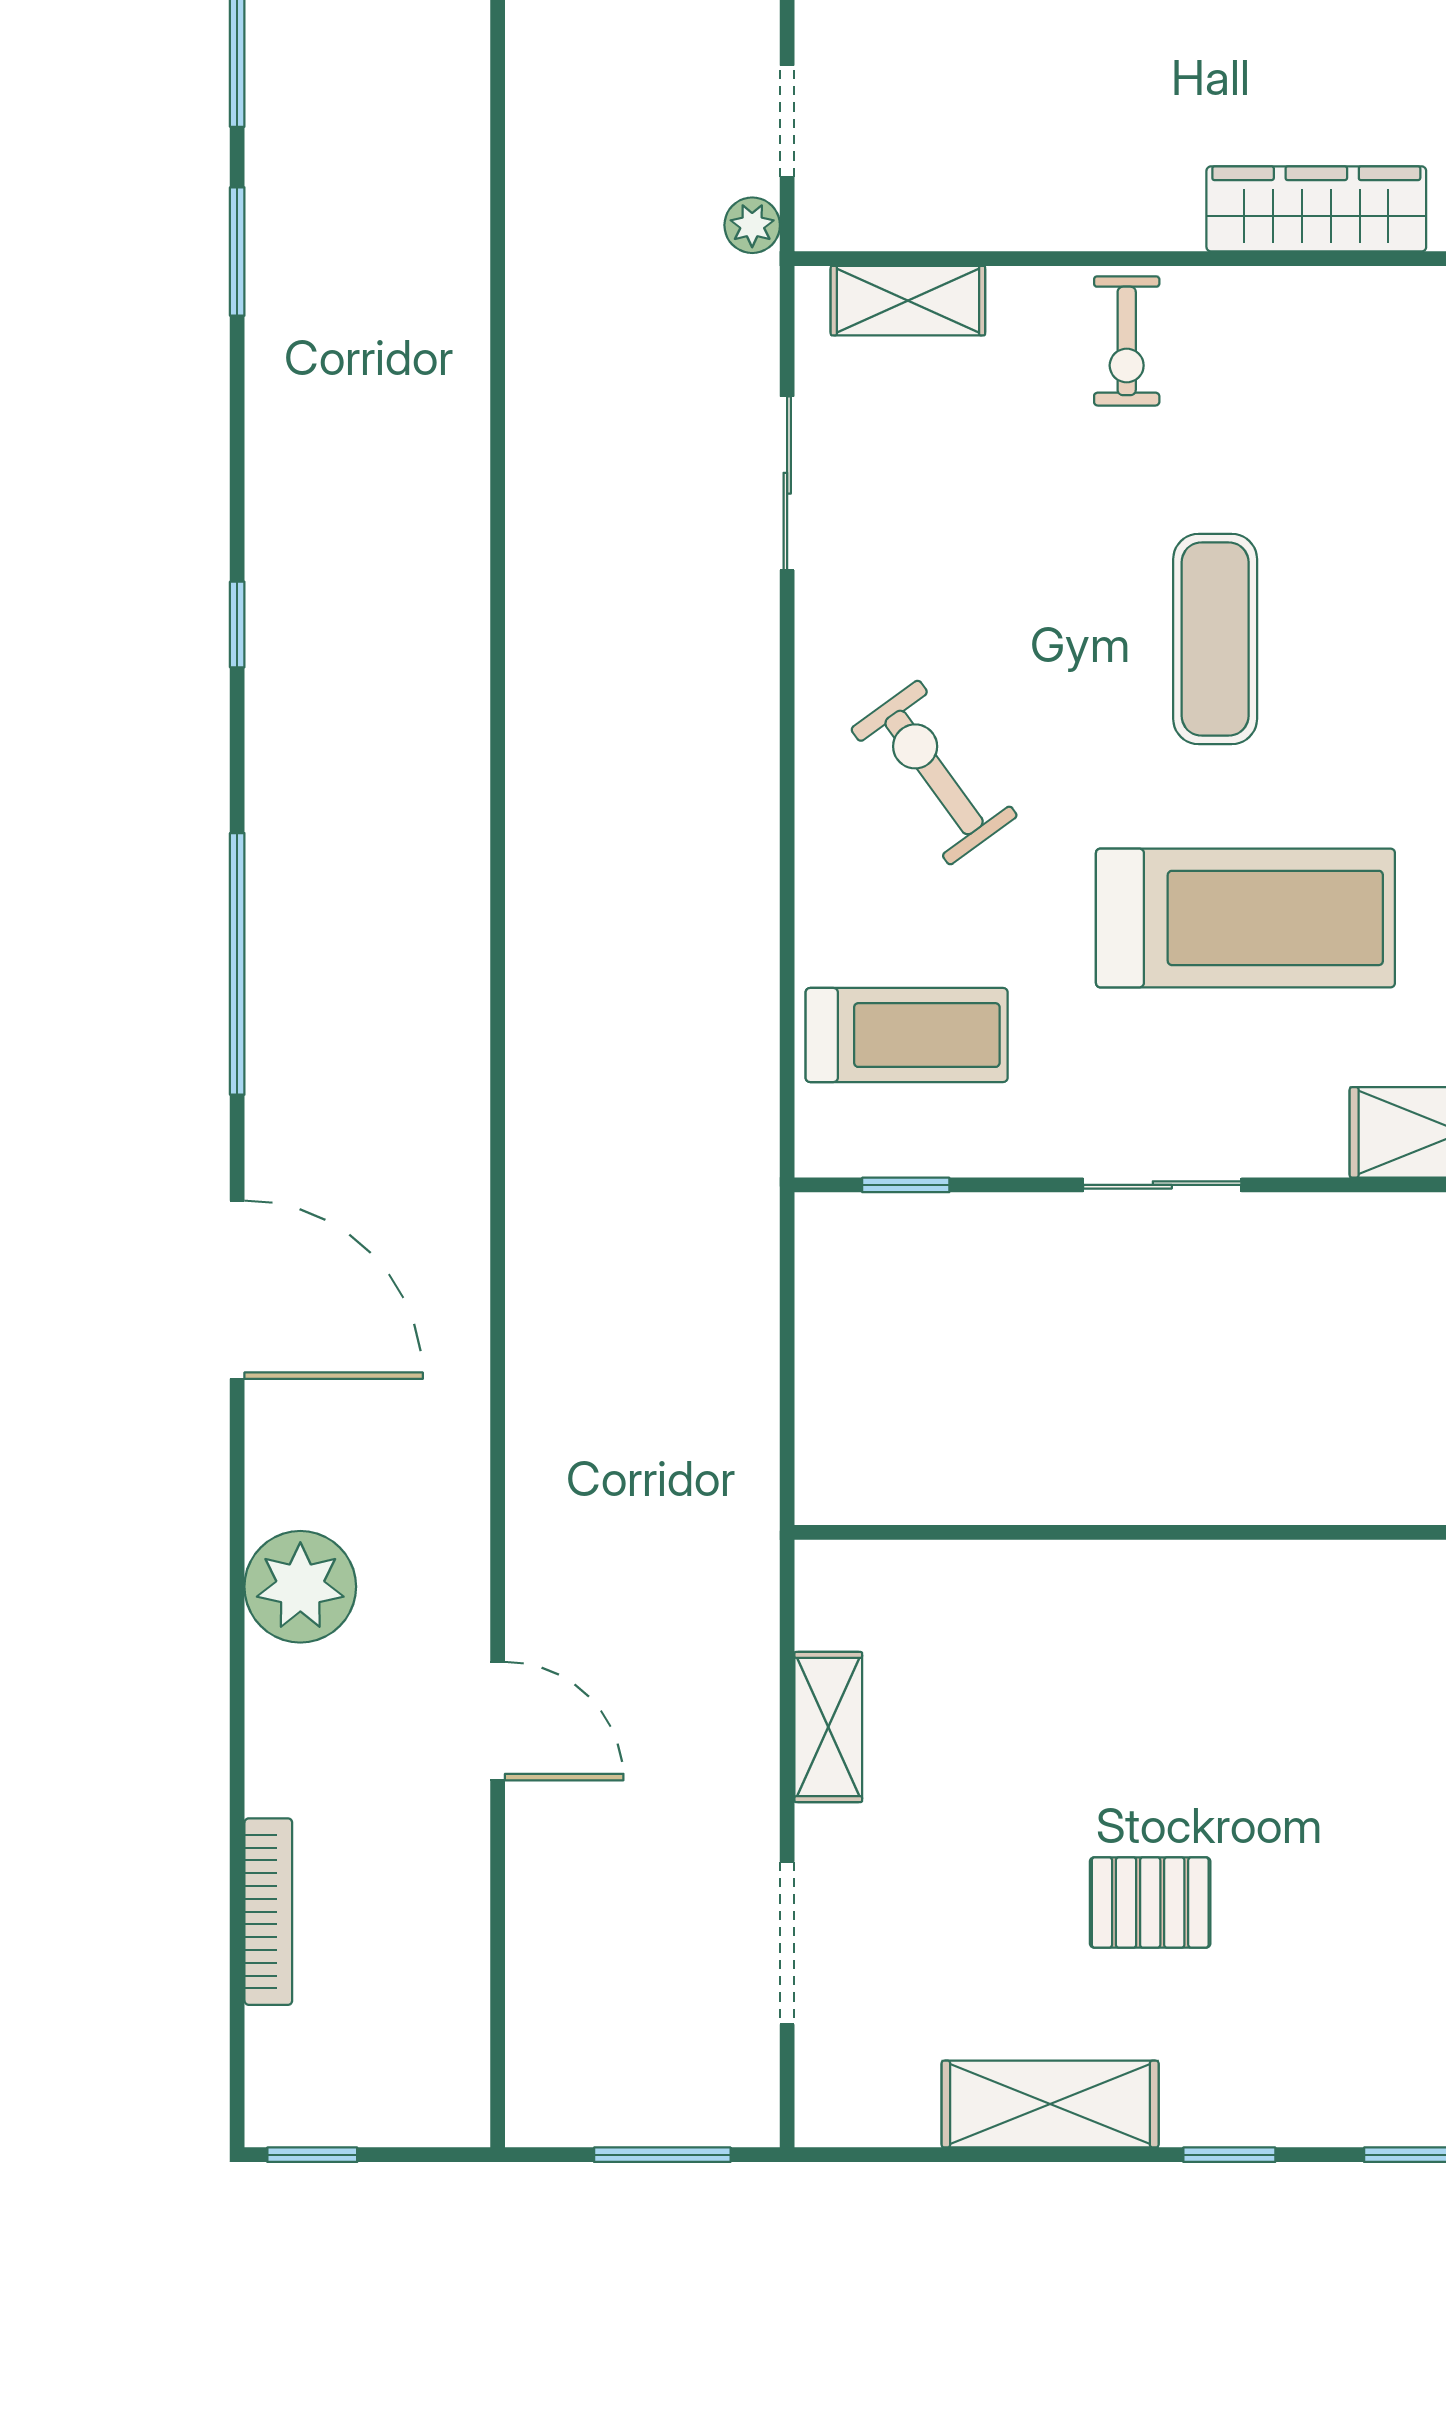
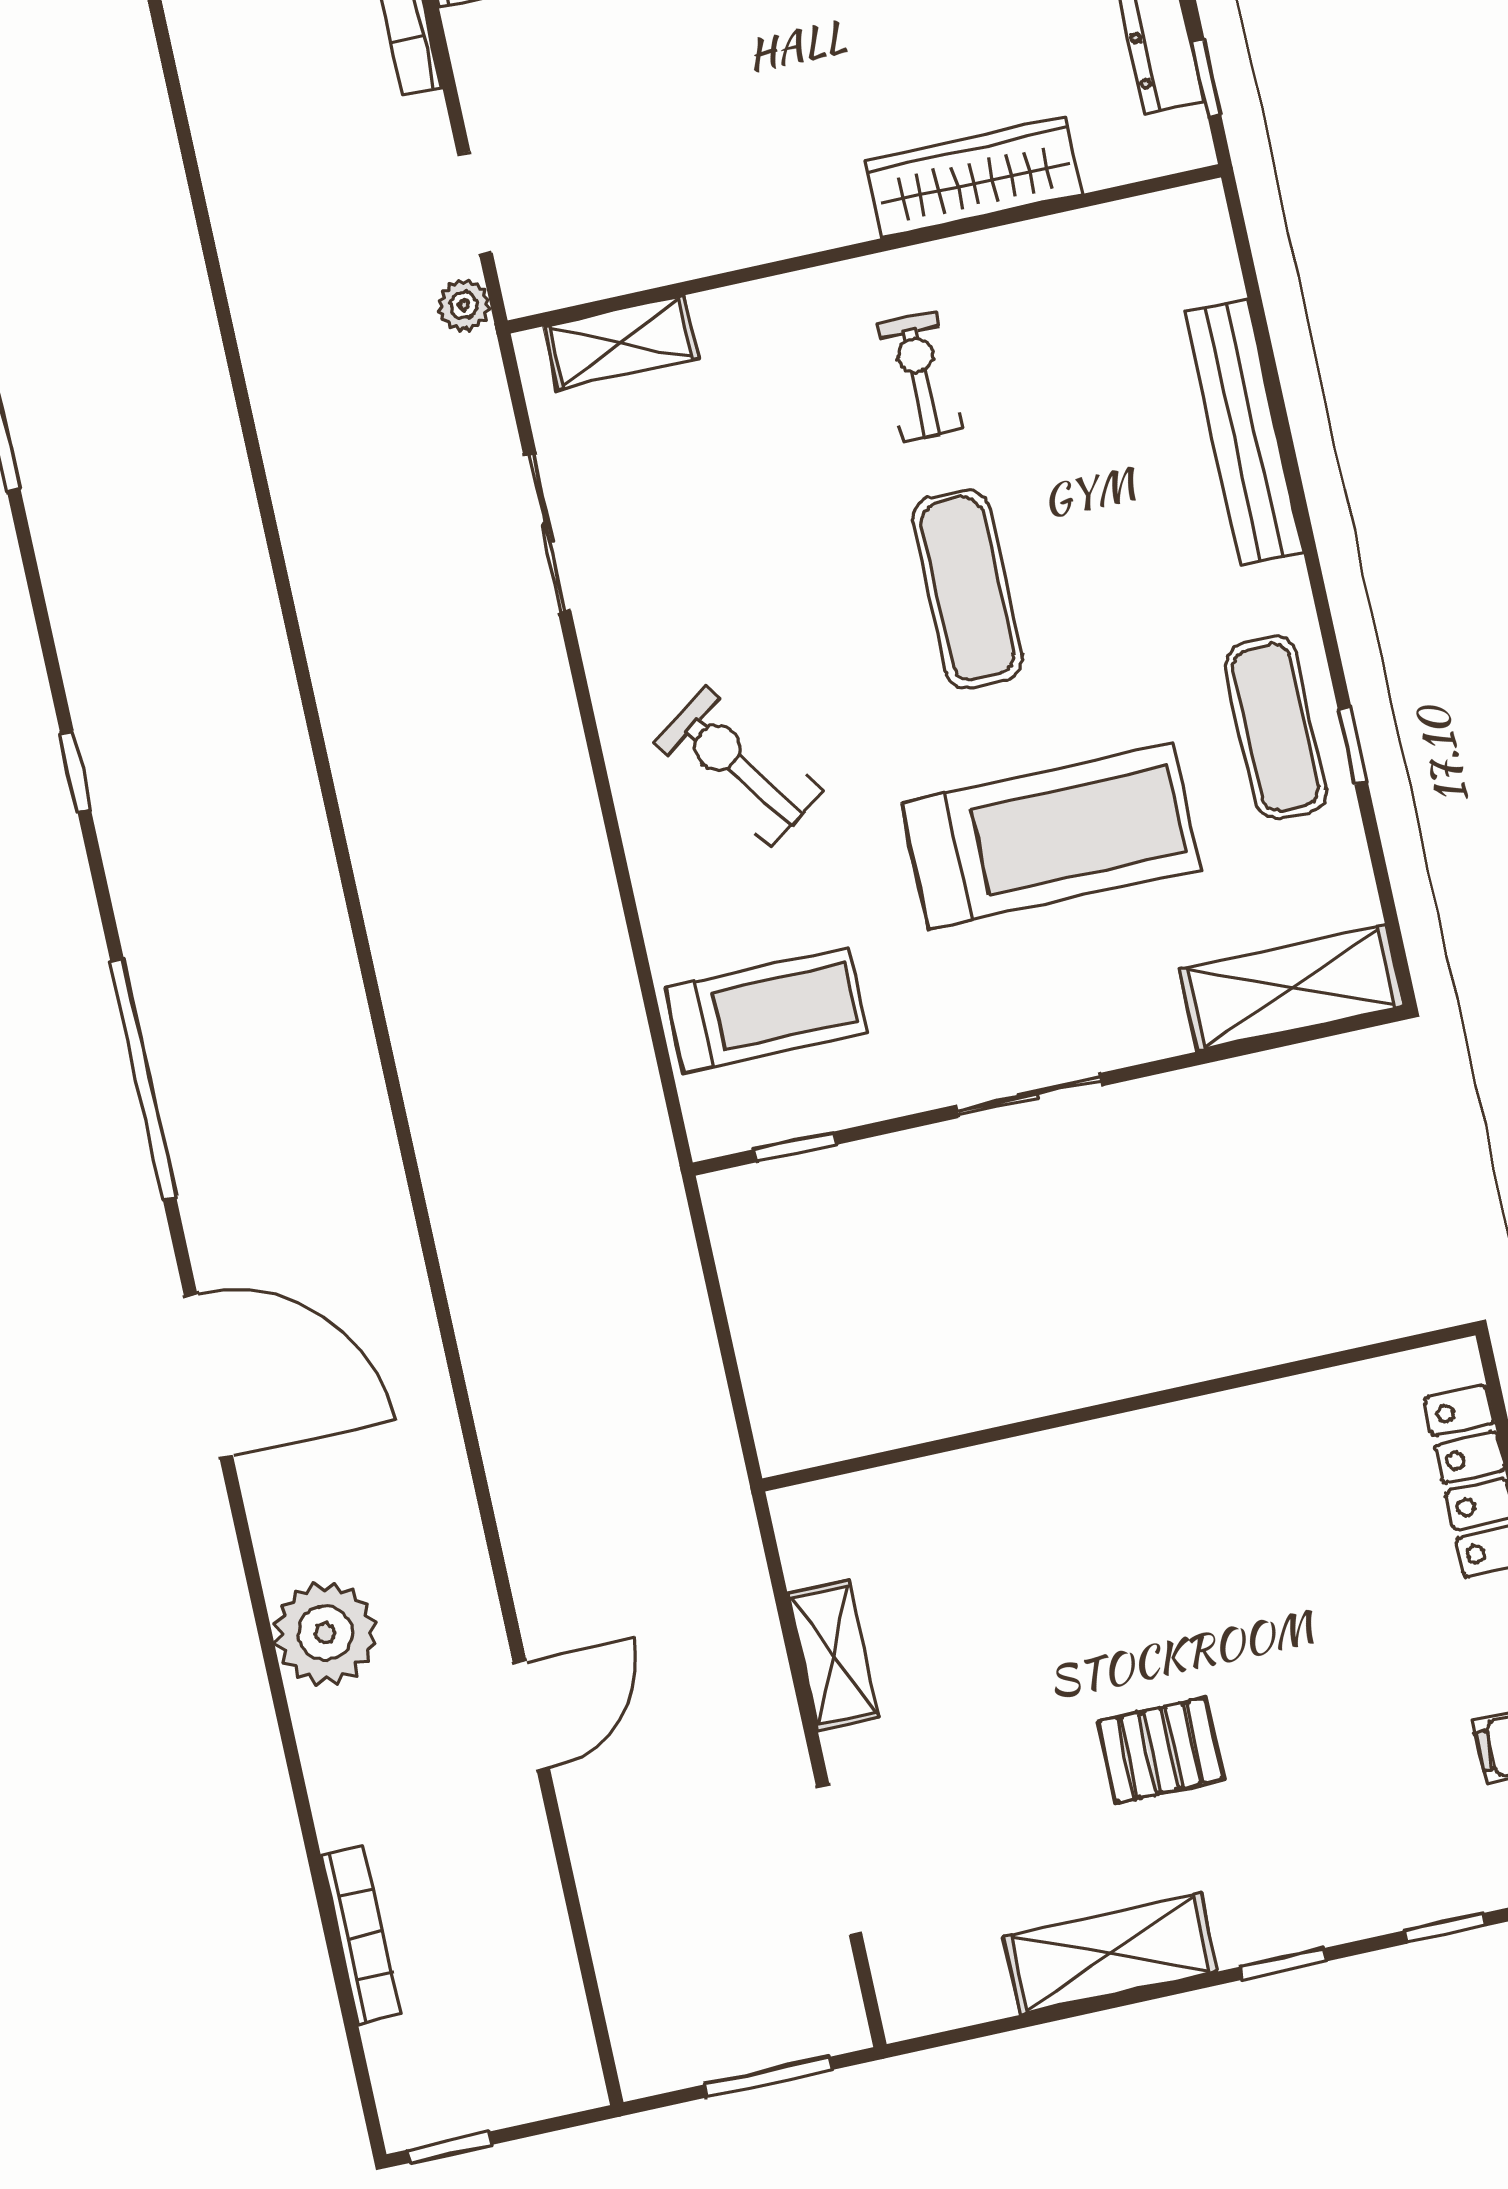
exercise bike: (1127, 341) -> (920, 377), moved, turned 180
door: (498, 1721) -> (532, 1716), hinge flipped

